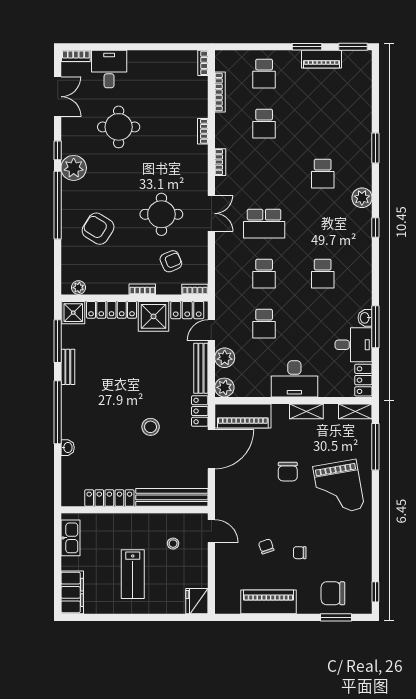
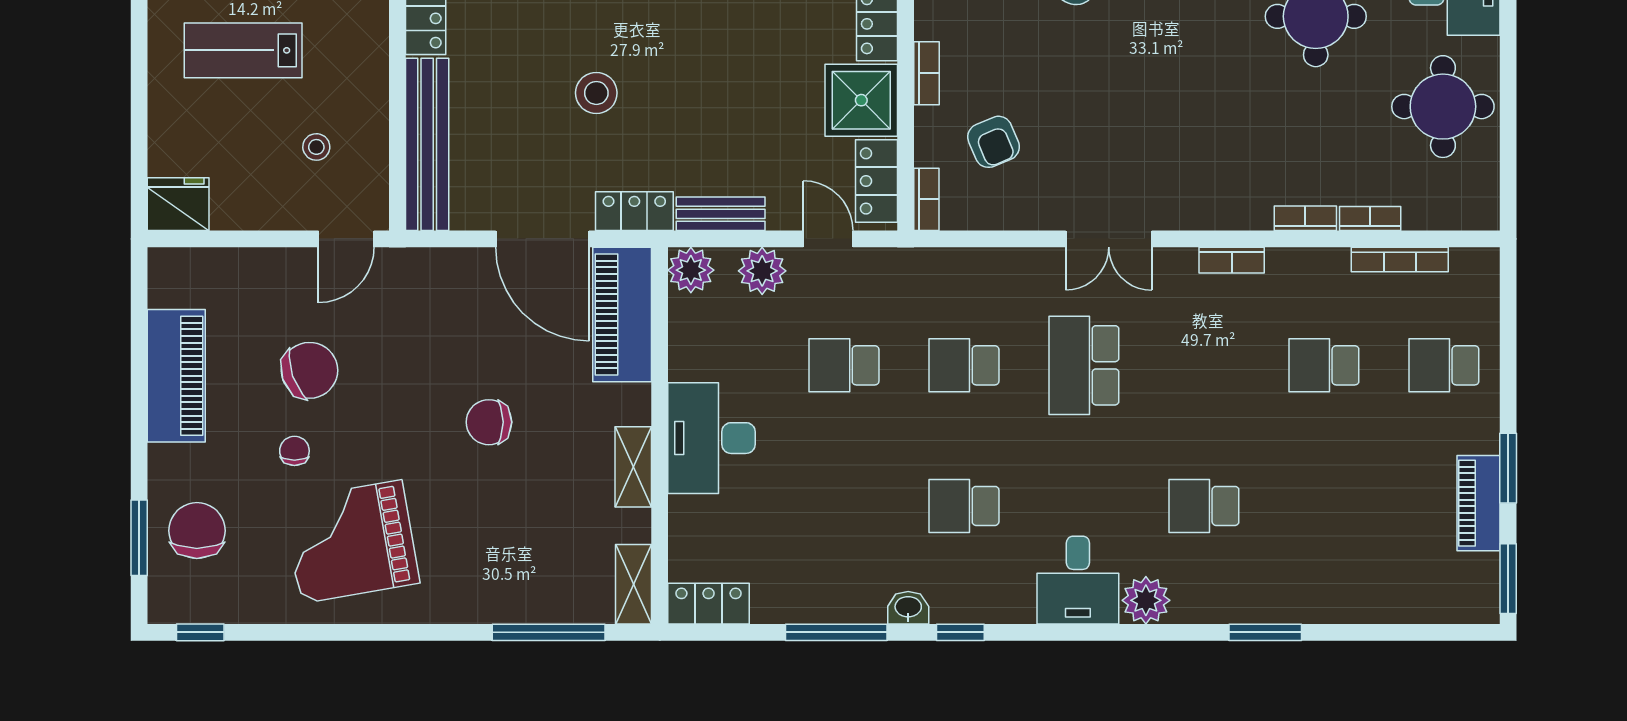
bookcase: (203, 63) -> (1370, 218), moved
round table: (161, 214) -> (1443, 107), moved
window: (375, 228) -> (960, 632), moved
washbasin: (365, 318) -> (908, 608), moved
desk: (354, 345) -> (1078, 580), moved
bench: (201, 368) -> (721, 214), width x0.73
grand piano: (339, 488) -> (351, 542), moved
chair: (266, 546) -> (309, 370), width x1.87, depth x1.87

